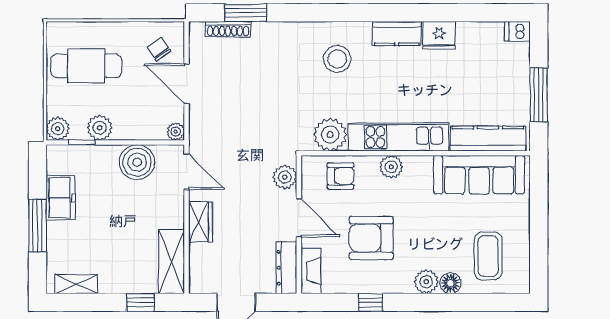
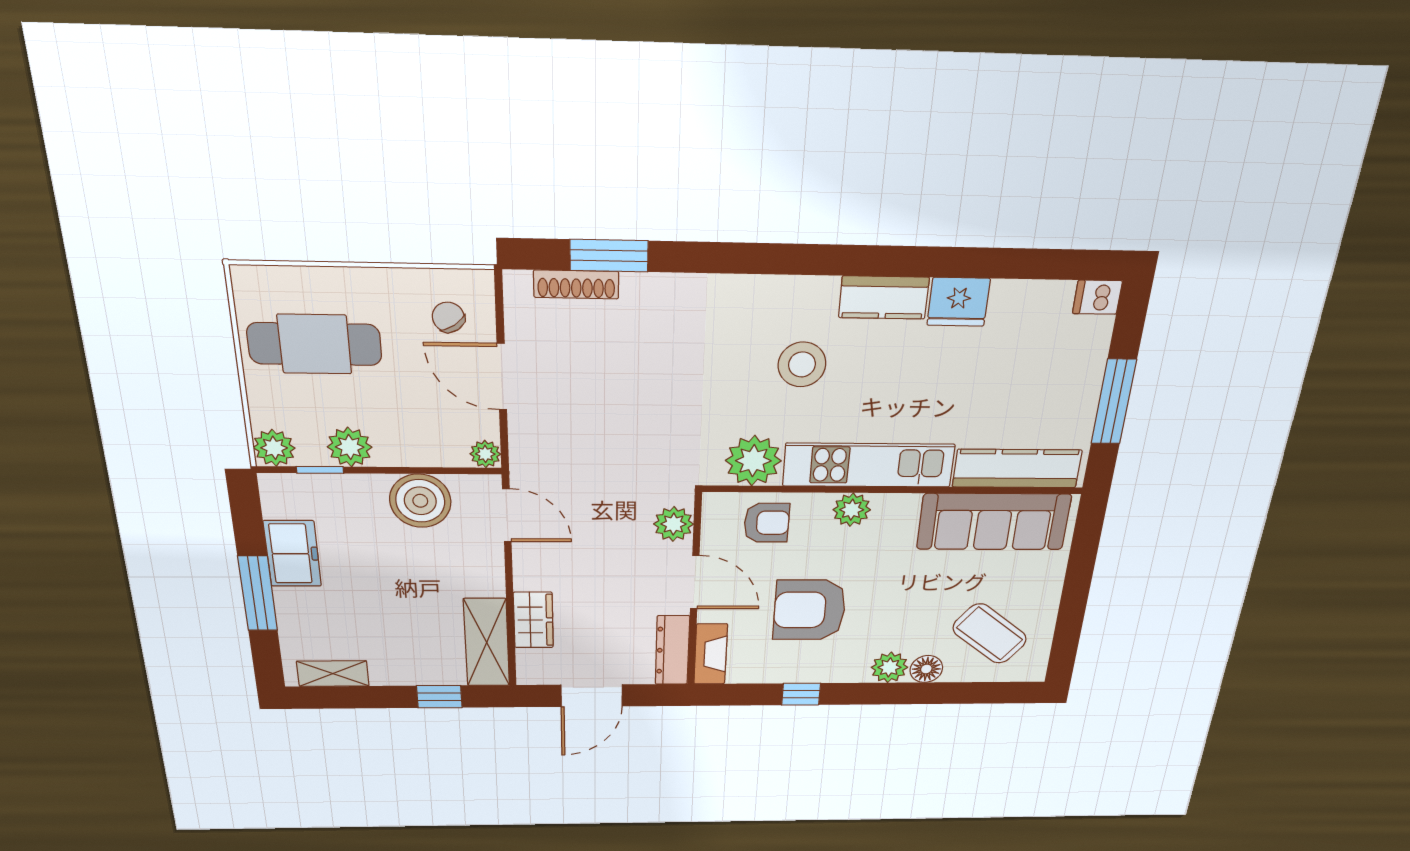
stool: (337, 59) -> (802, 364), moved
wardrobe: (200, 222) -> (533, 620), moved
coffee table: (488, 256) -> (990, 634), turned -52

